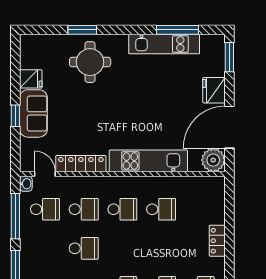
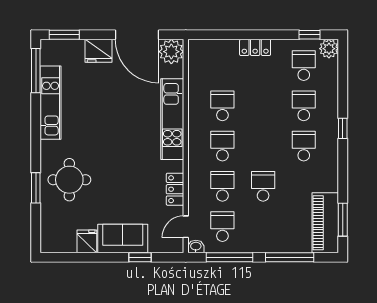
window: (178, 30) -> (36, 71), moved
window: (15, 116) -> (140, 257), moved
locker: (81, 164) -> (175, 189), width x0.66

